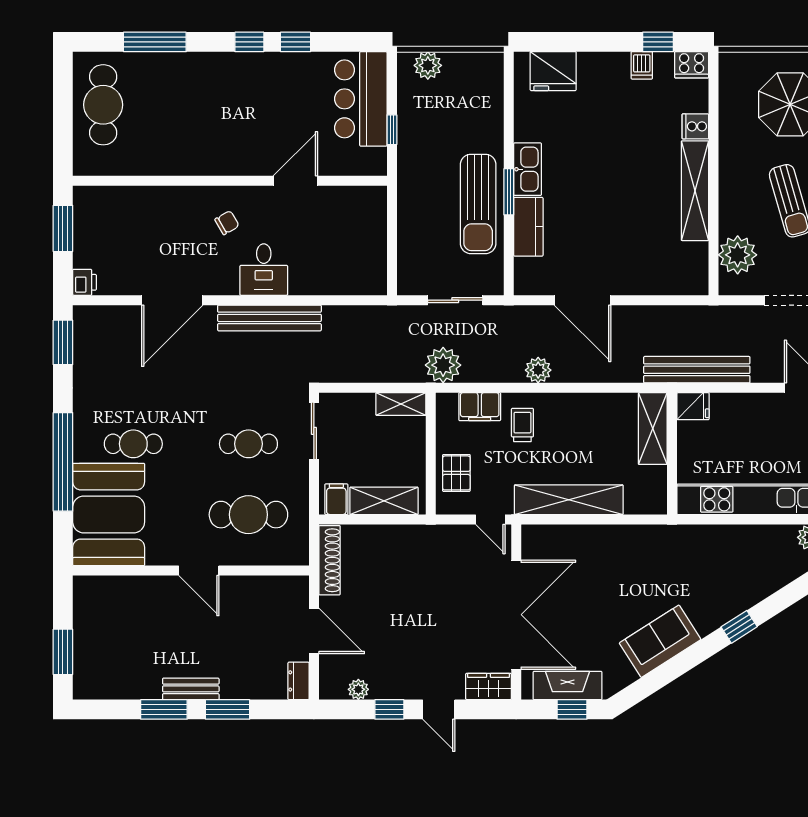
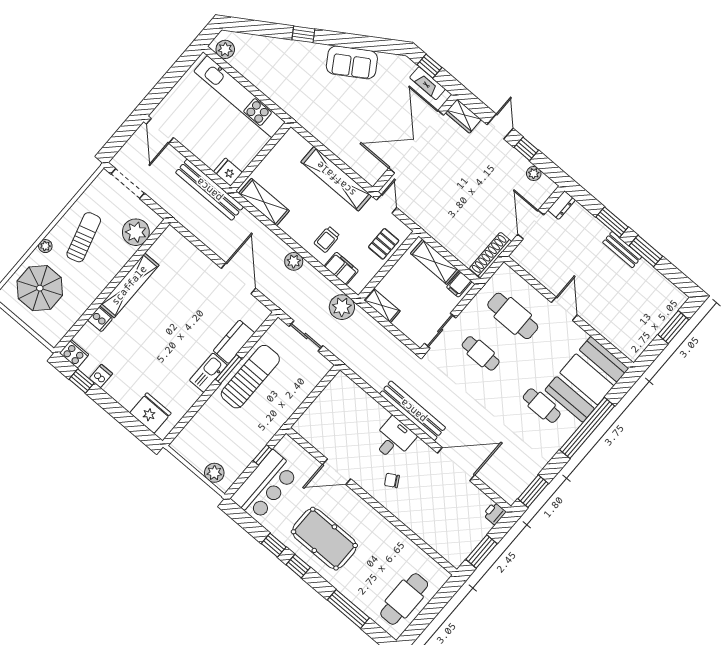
pool table: (246, 96) -> (324, 539), added
shelving: (653, 429) -> (264, 202), moved, turned 90
fireplace: (567, 686) -> (427, 83), width x0.73, depth x0.76

